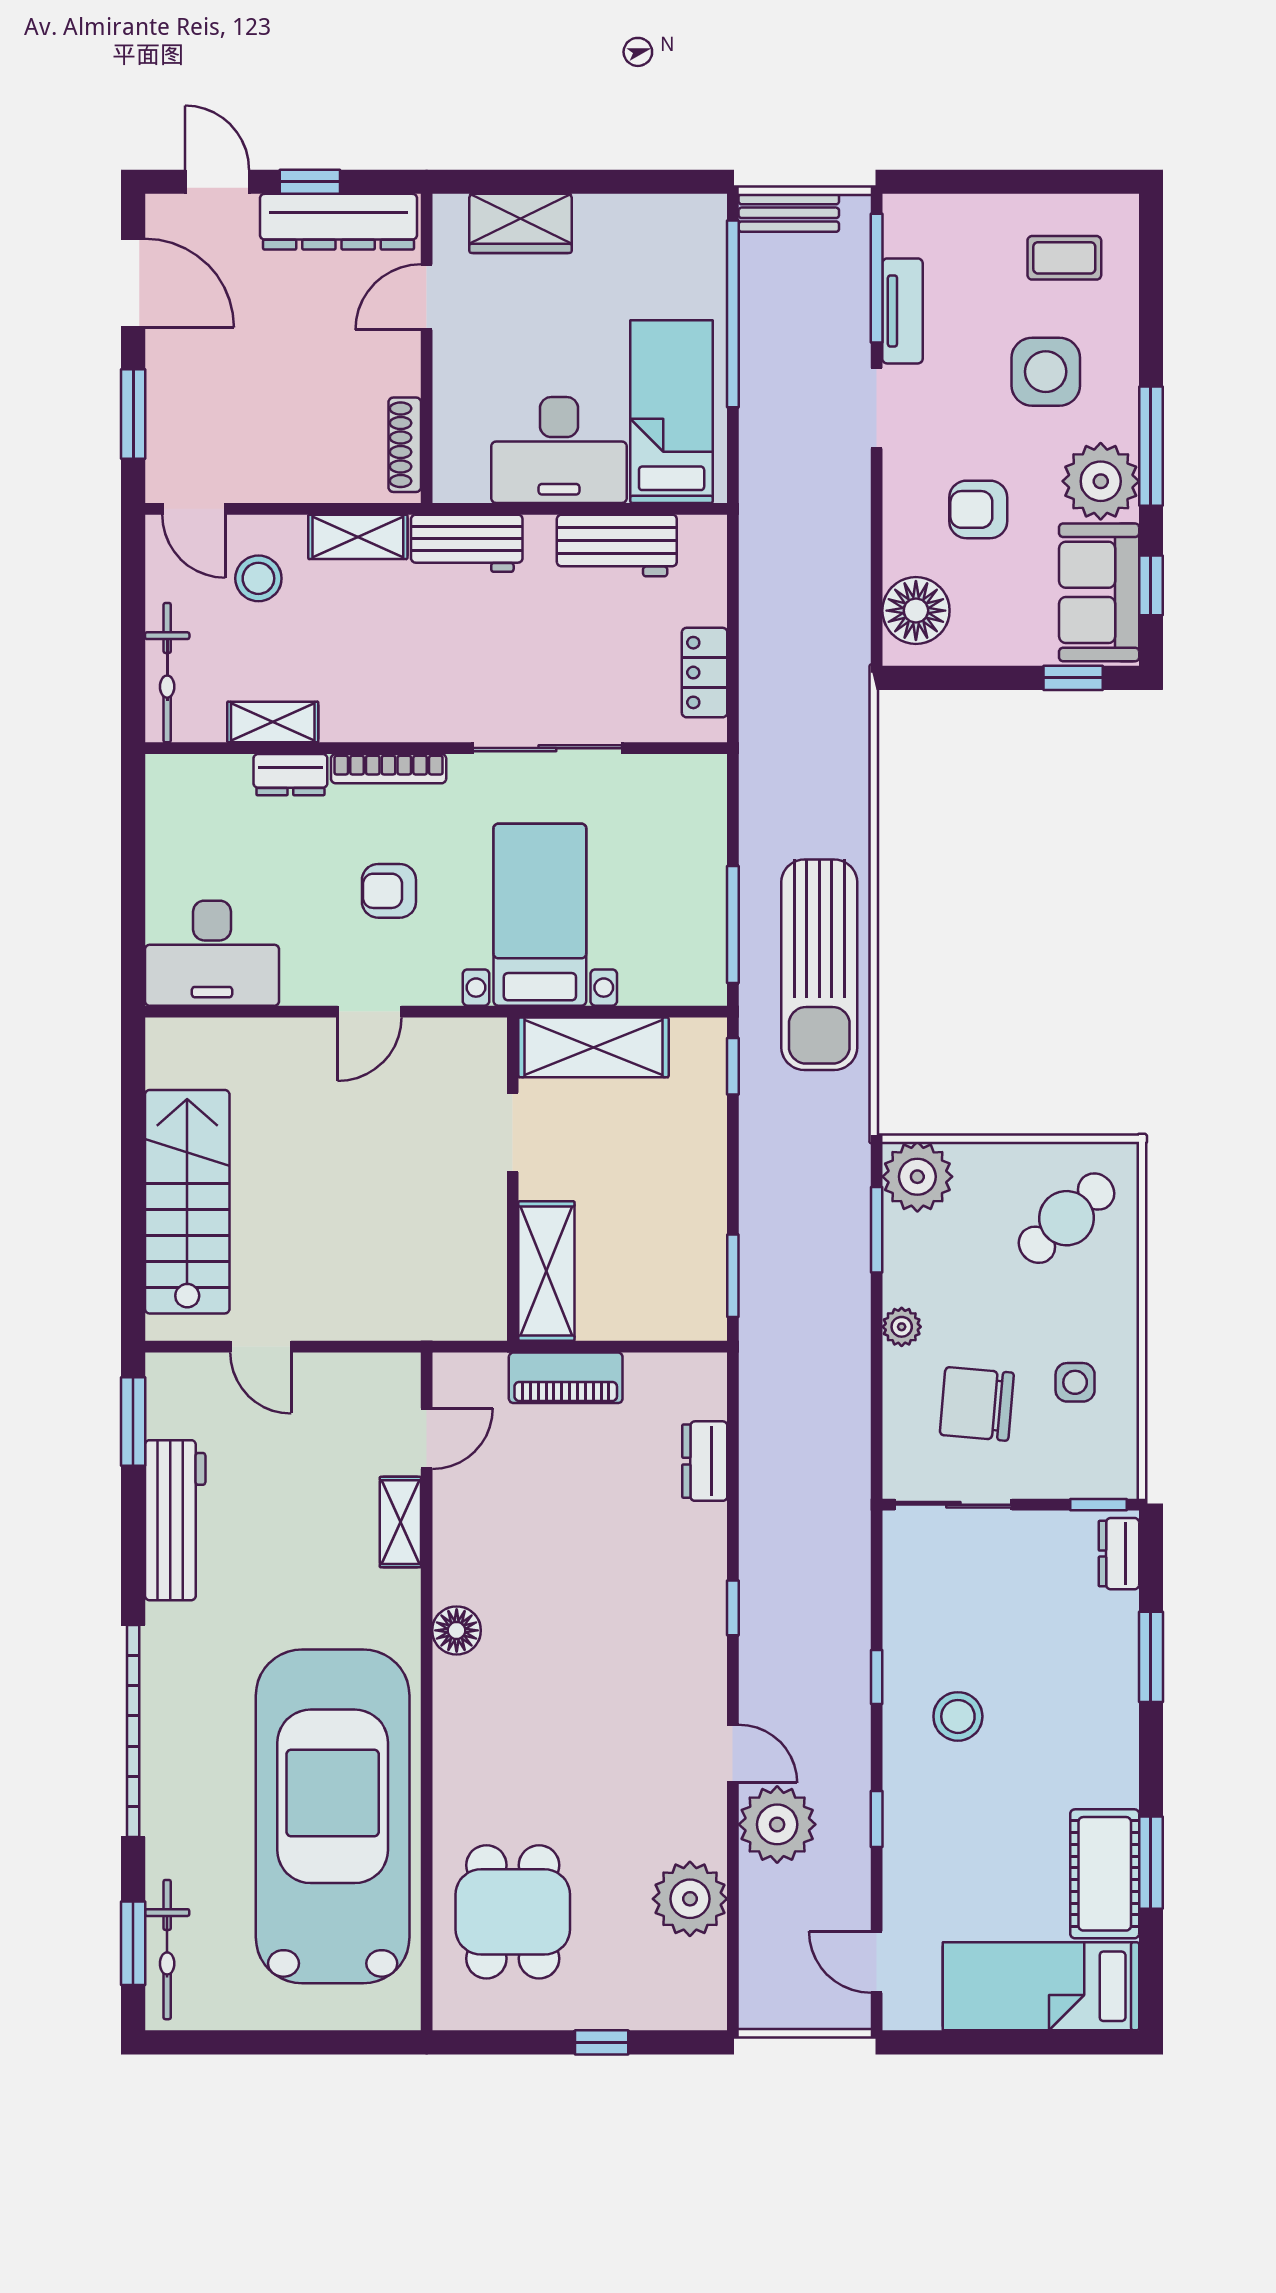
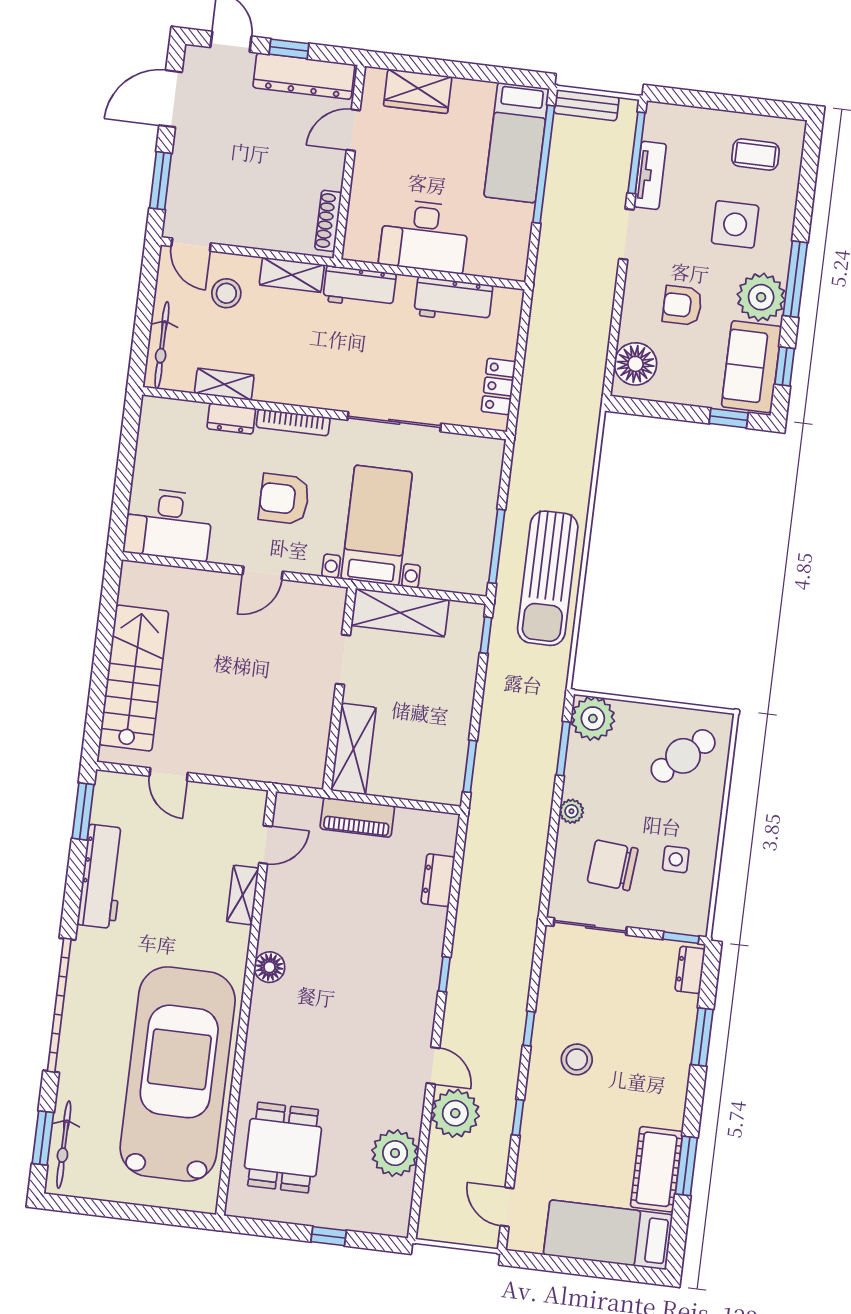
door: (133, 283) -> (171, 99), swing flipped
bed: (672, 412) -> (517, 143), moved, turned 180
armchair: (389, 891) -> (284, 499), width x1.38, depth x1.38

